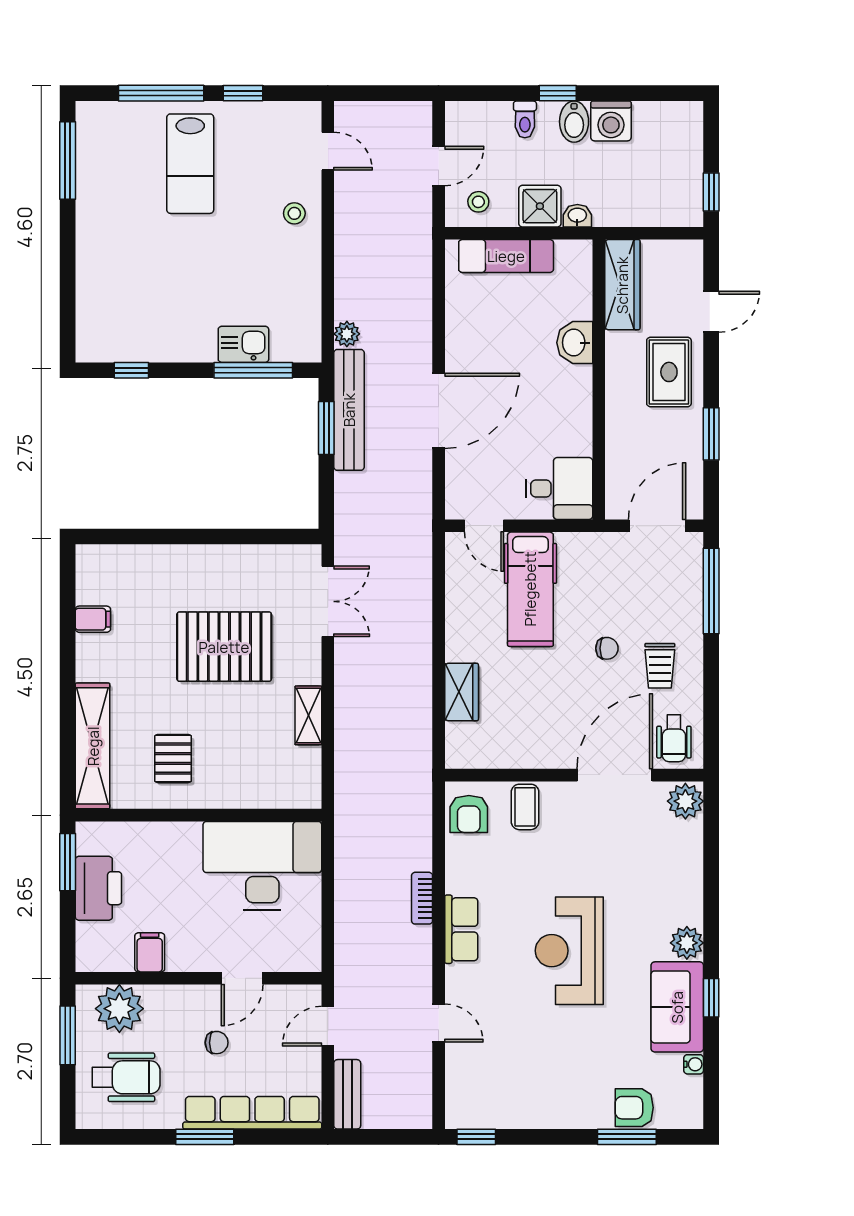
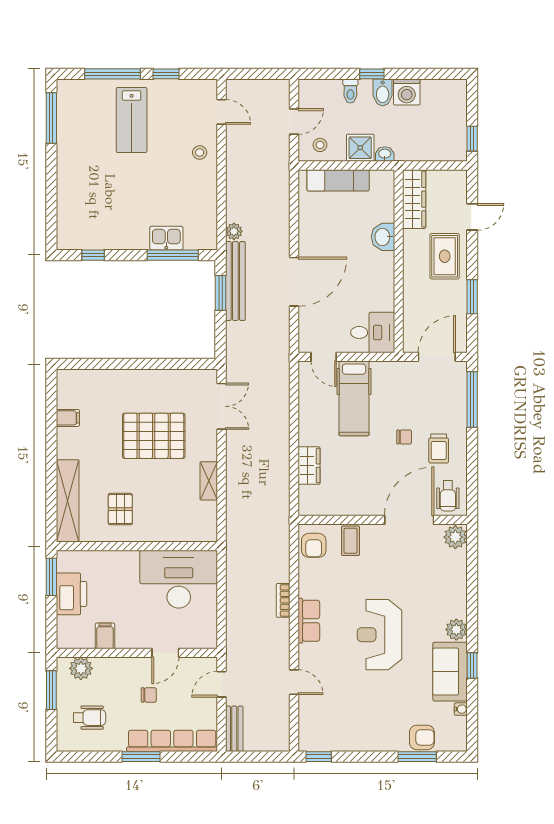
plant: (119, 1009) -> (81, 668), width x0.73, depth x0.73
wheelchair: (126, 1077) -> (90, 718), width x0.73, depth x0.73
armchair: (634, 1108) -> (422, 737), turned 180

